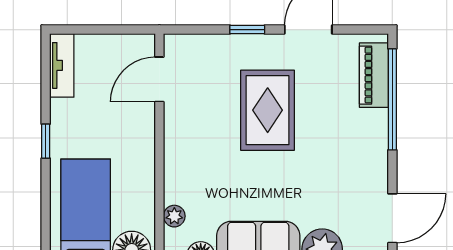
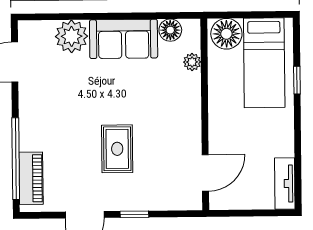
rug: (268, 110) -> (117, 149), width x0.73, depth x0.70
window: (46, 141) -> (297, 80), moved

